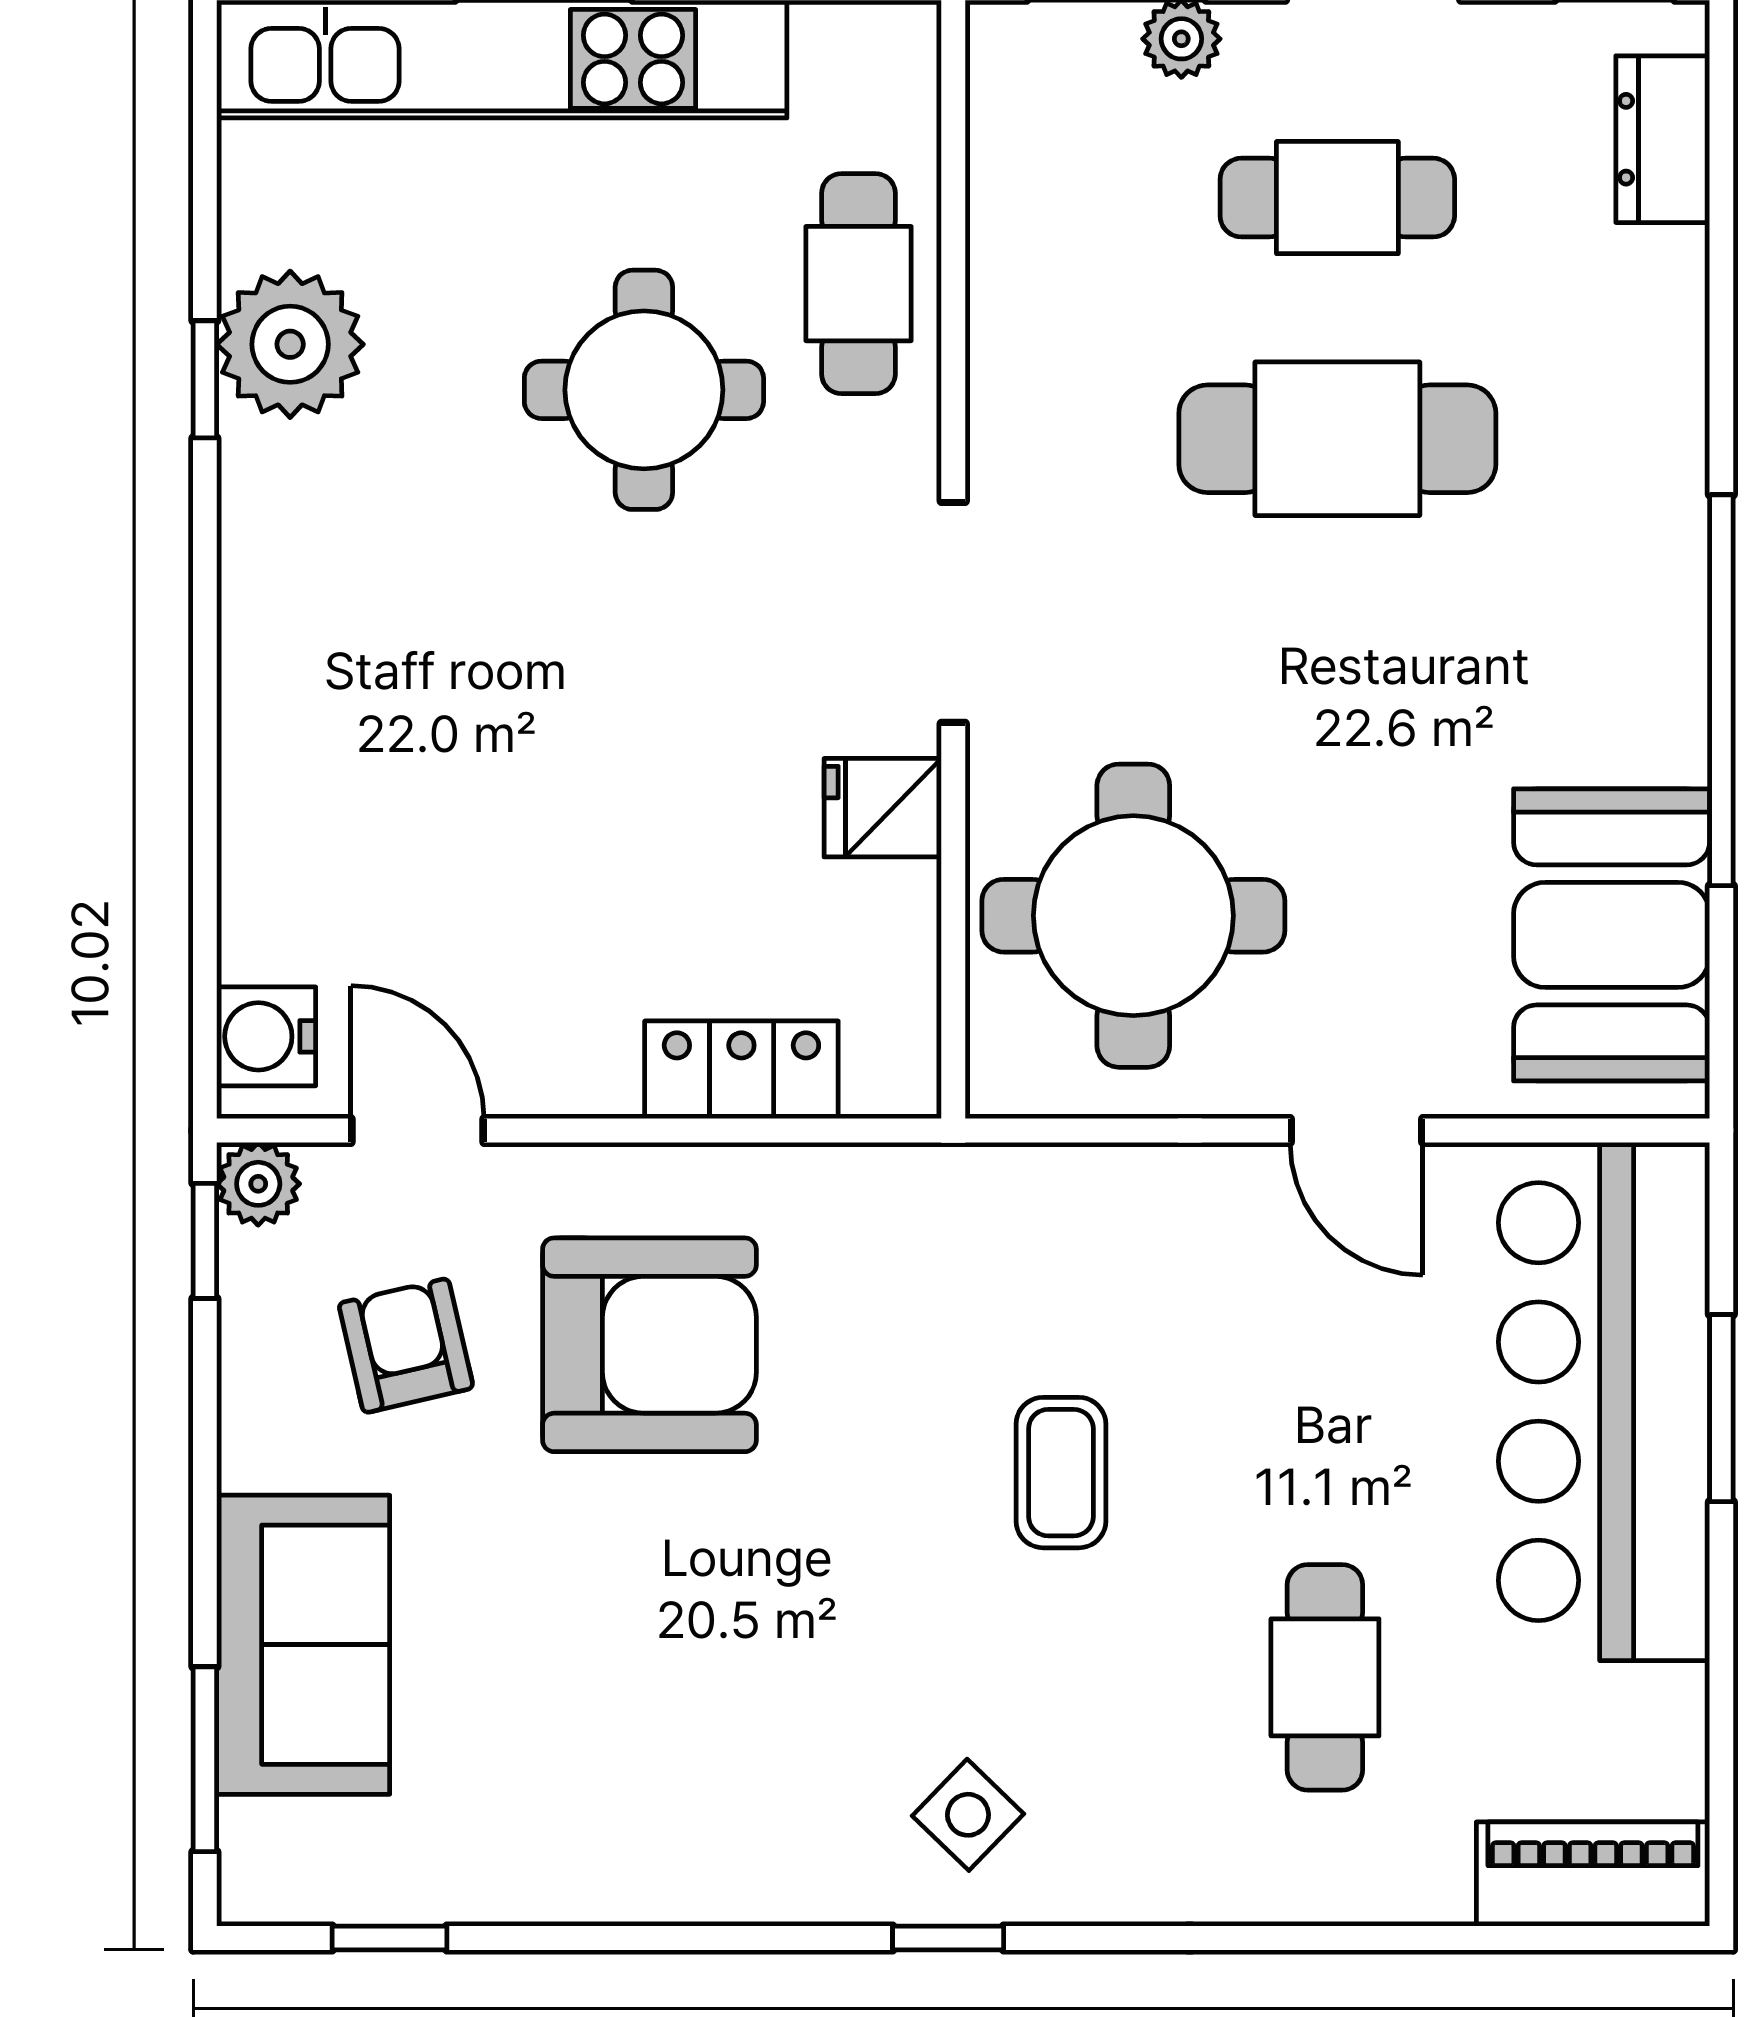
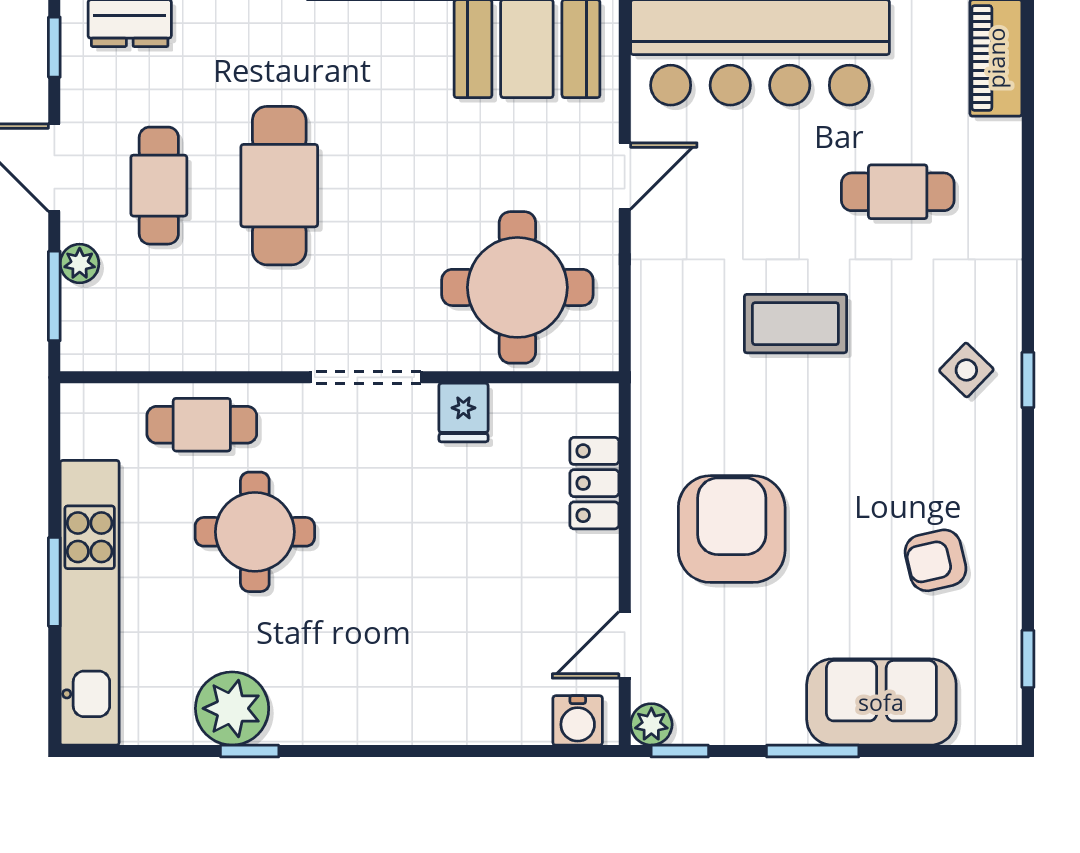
armchair: (406, 1346) -> (935, 560), moved
coffee table: (1061, 1473) -> (795, 324), width x1.36, depth x1.30
window: (205, 1759) -> (813, 751), moved

